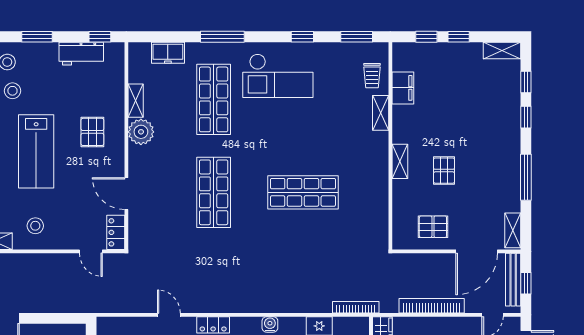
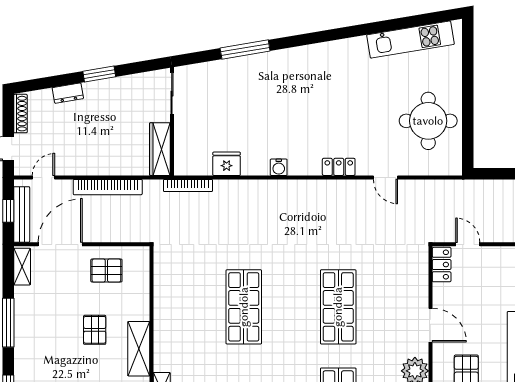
shelving: (400, 161) -> (139, 349), width x1.50, depth x1.33
shop shelf: (303, 192) -> (244, 307), turned 90
door: (126, 194) -> (430, 325), moved

